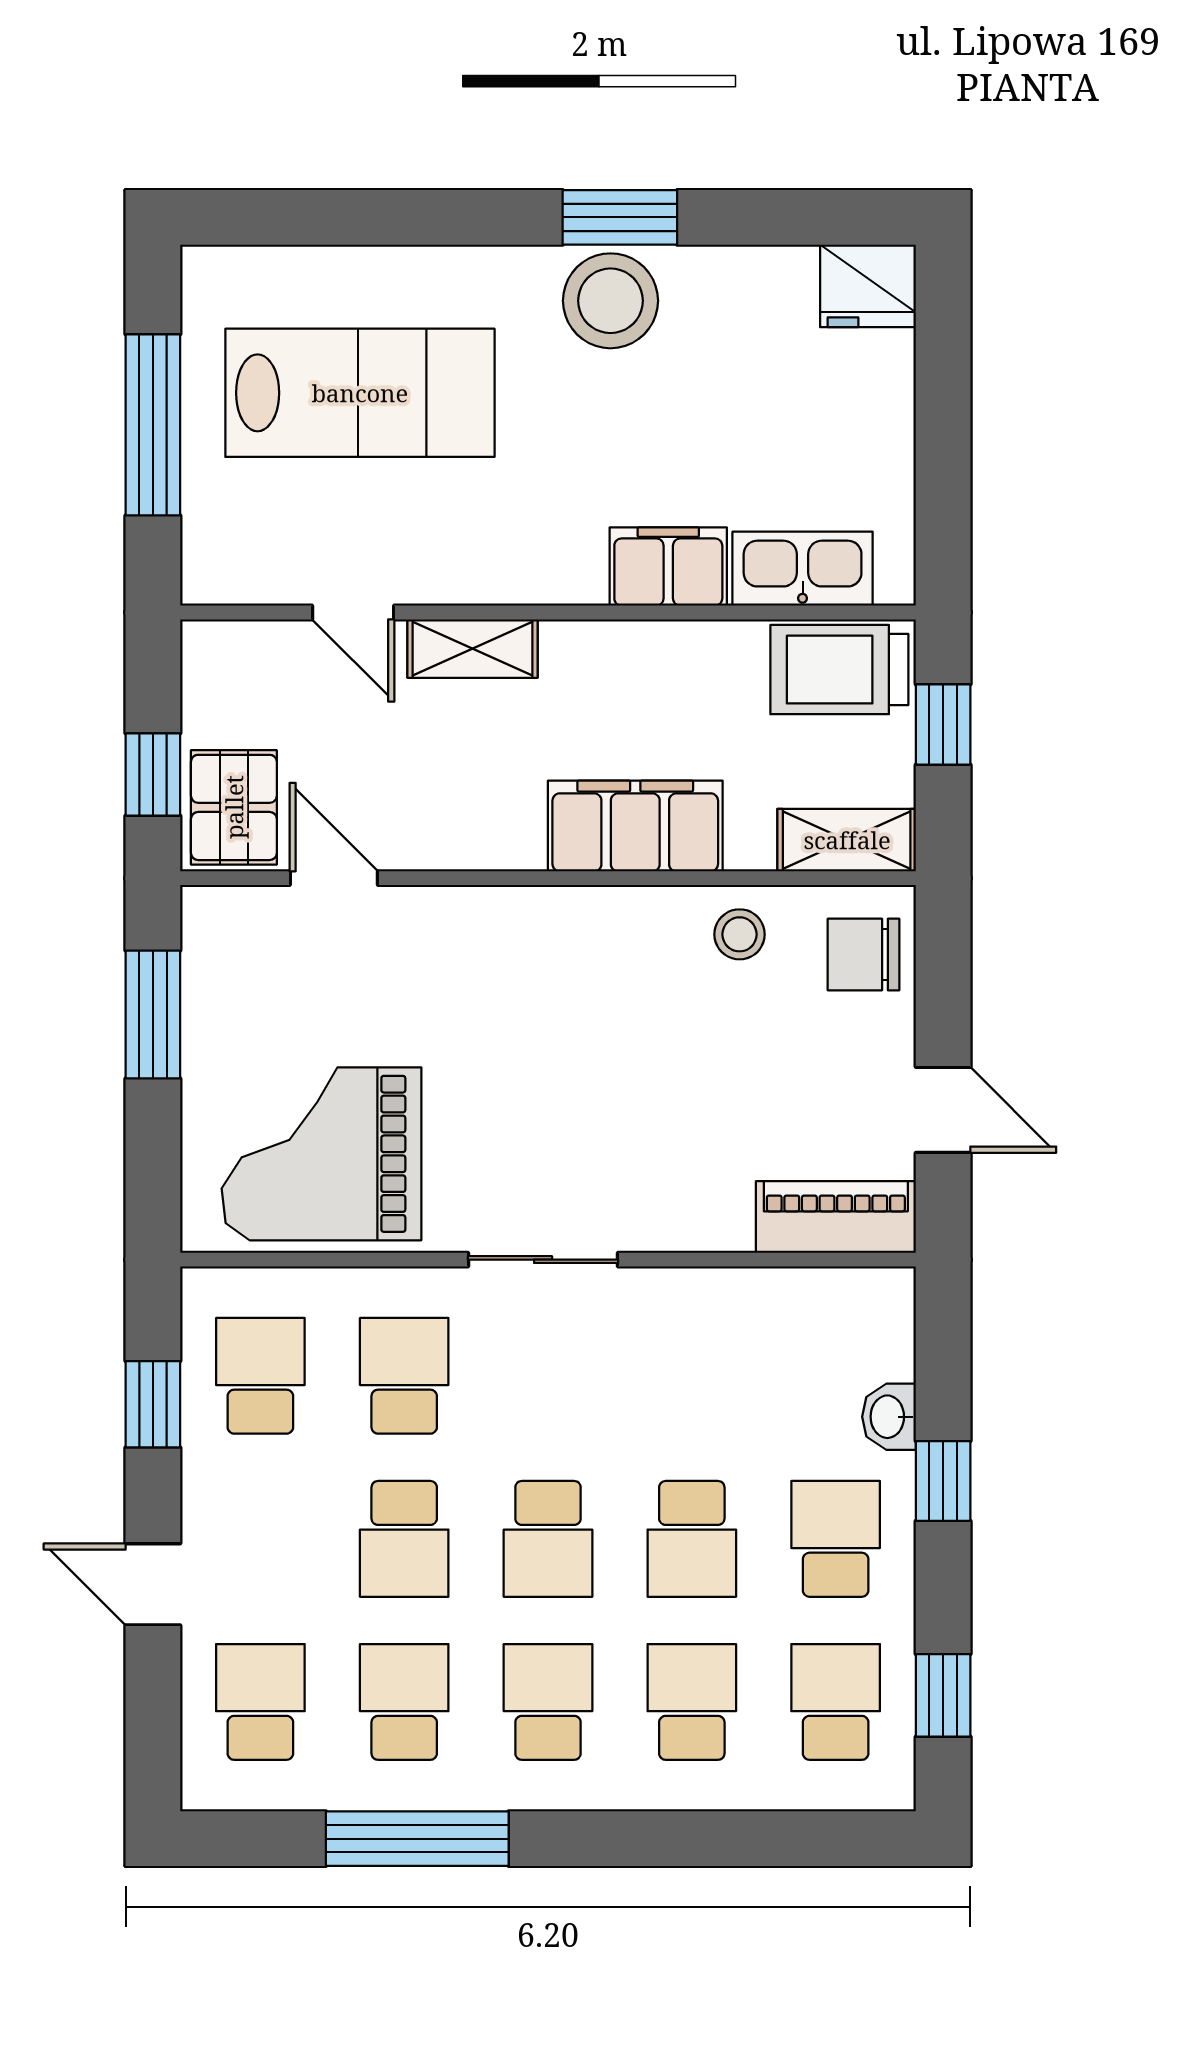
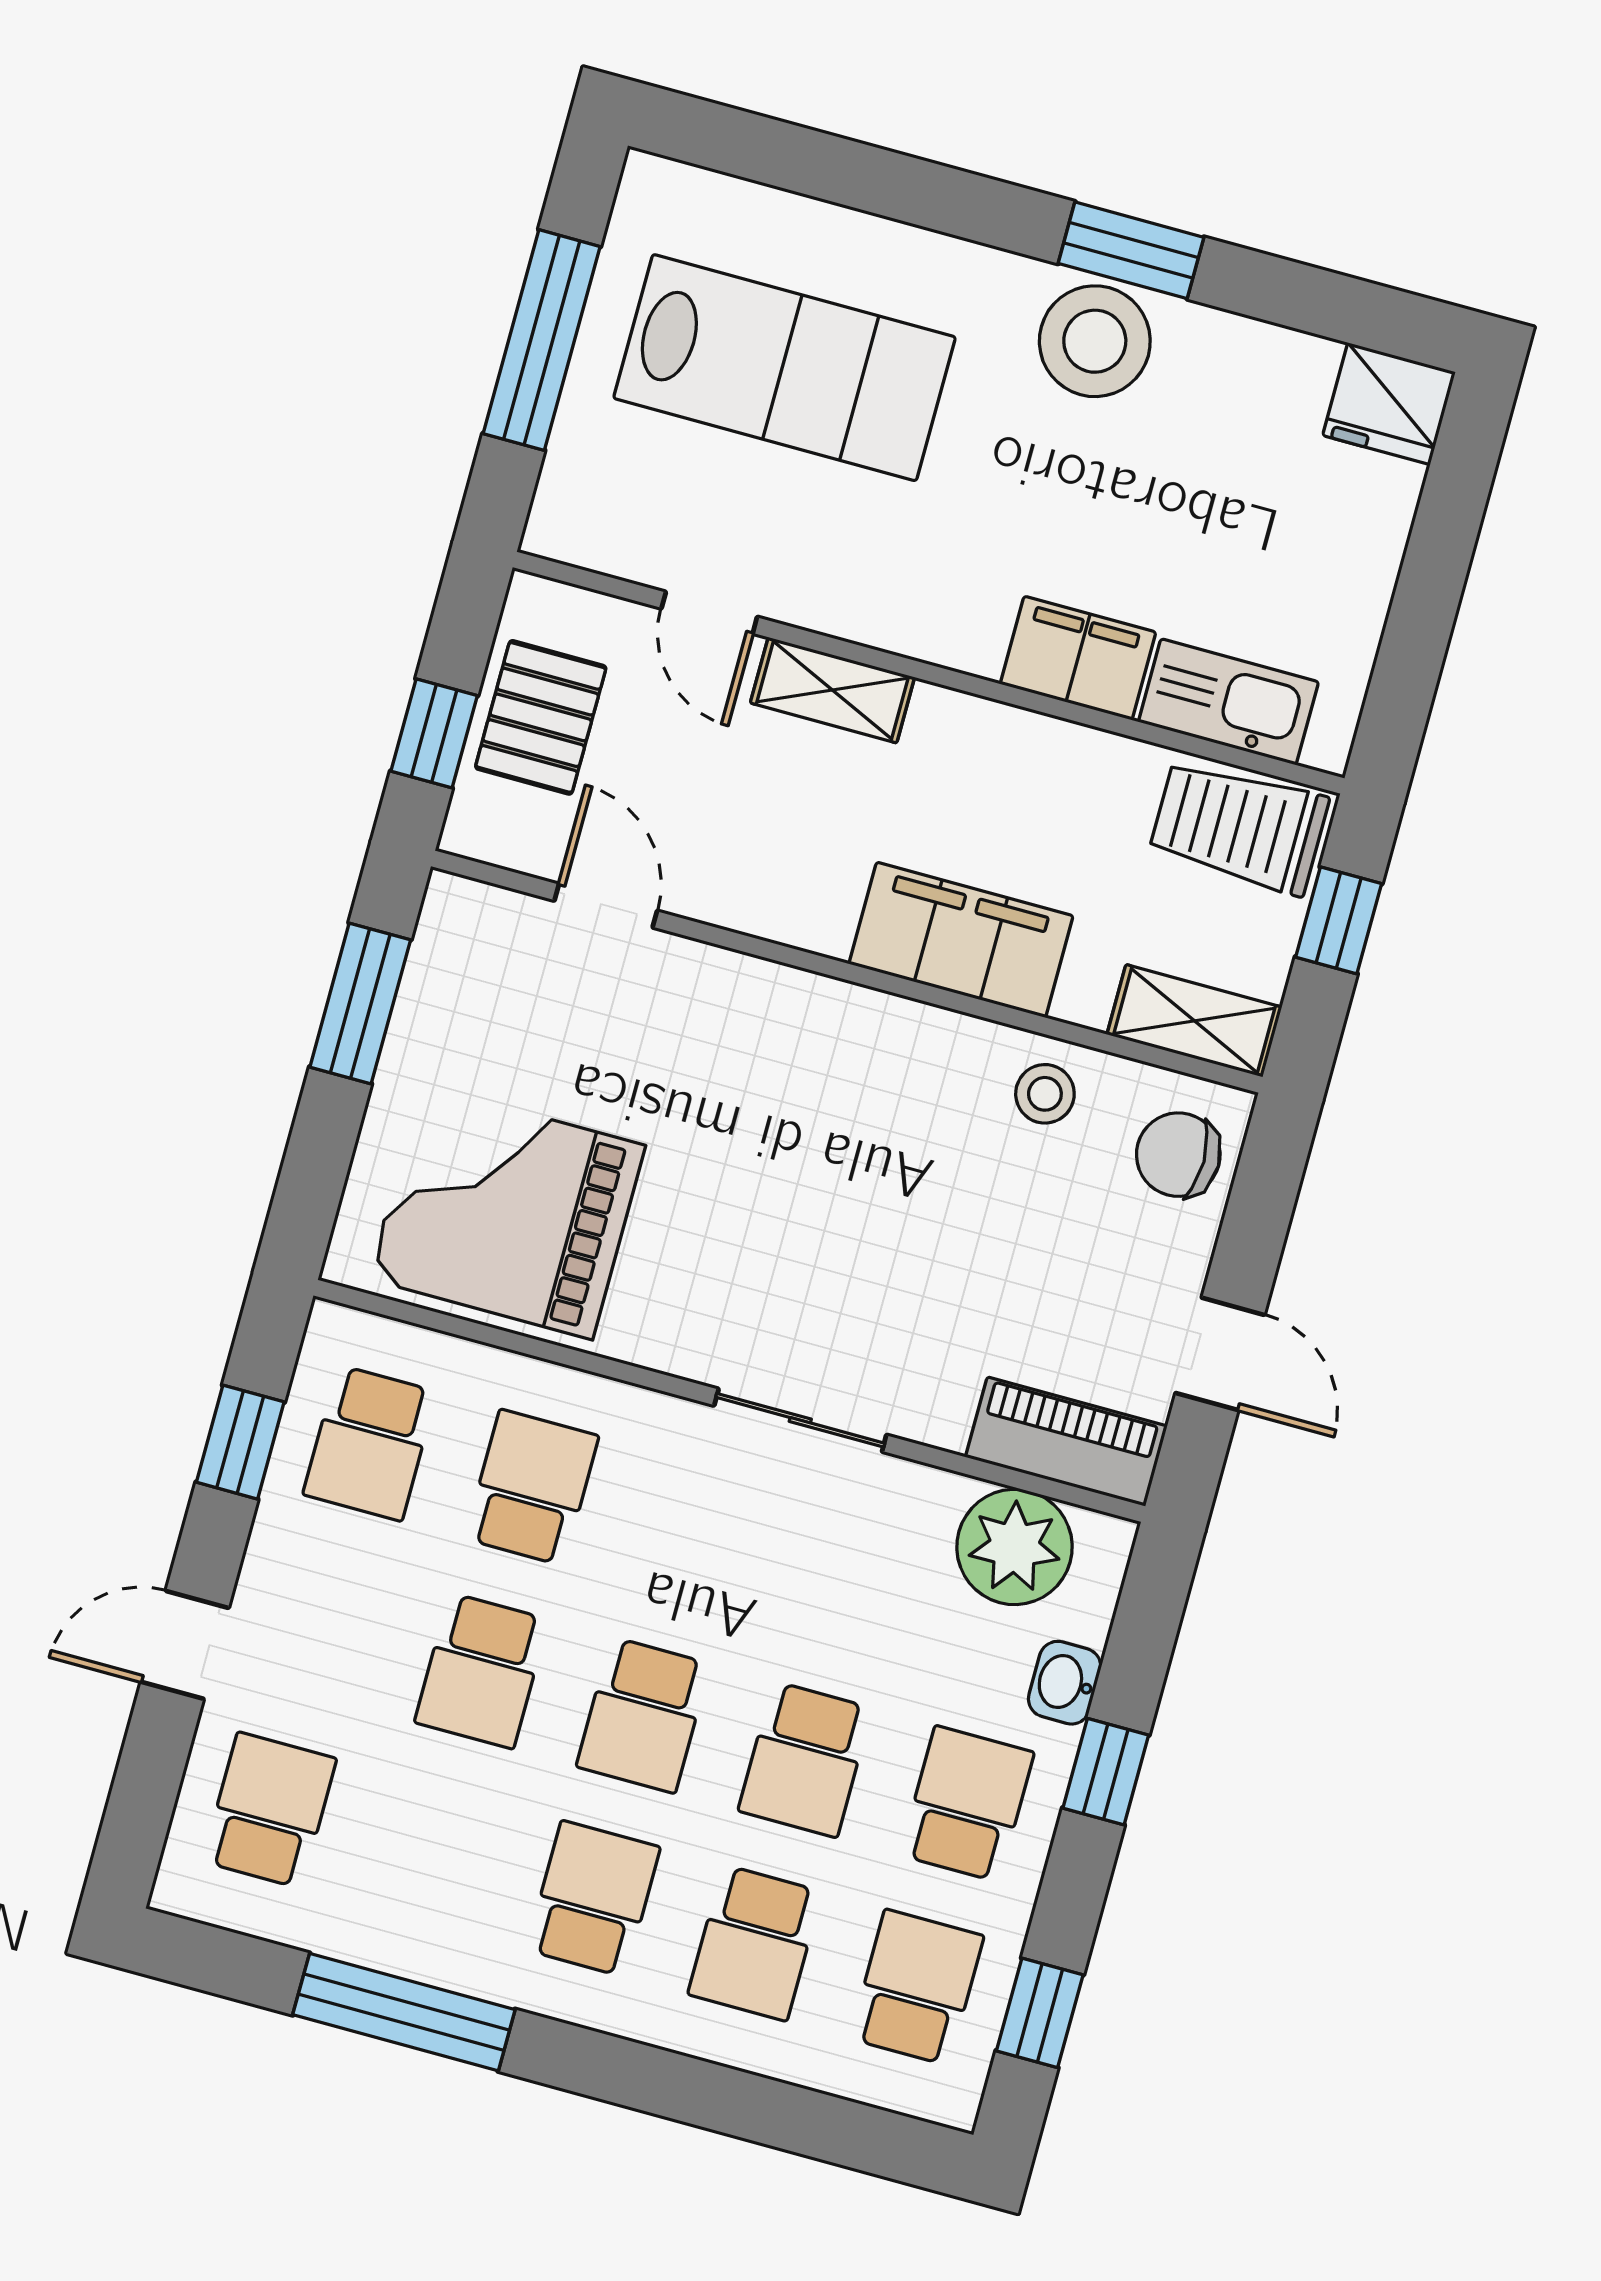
pallet: (234, 807) -> (541, 717), moved
sliding door: (543, 1260) -> (800, 1420), moved
plant: (817, 1316) -> (1015, 1547), added
school desk: (260, 1376) -> (370, 1443), turned 180
door: (153, 1584) -> (185, 1645), hinge flipped
school desk: (404, 1702) -> (431, 1854), removed
school desk: (692, 1702) -> (755, 1943), turned 180

